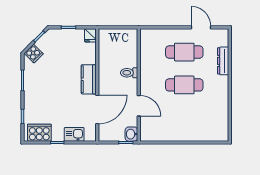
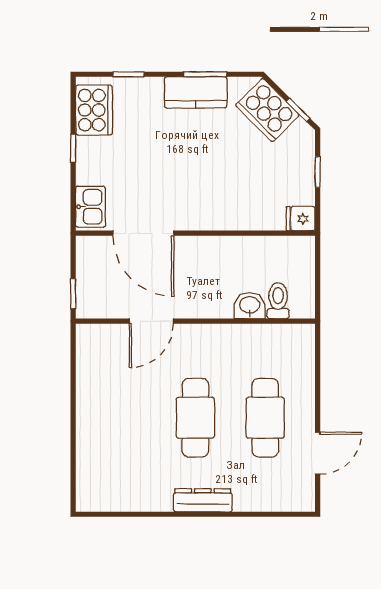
cooker: (34, 54) -> (267, 110), width x1.87, depth x1.31
dresser: (223, 61) -> (203, 500), moved
toilet: (129, 73) -> (278, 301), moved
kitchen counter: (89, 79) -> (196, 92), moved, turned 180
kitchen sink: (74, 134) -> (90, 207), moved
washbasin: (131, 134) -> (250, 306), moved

